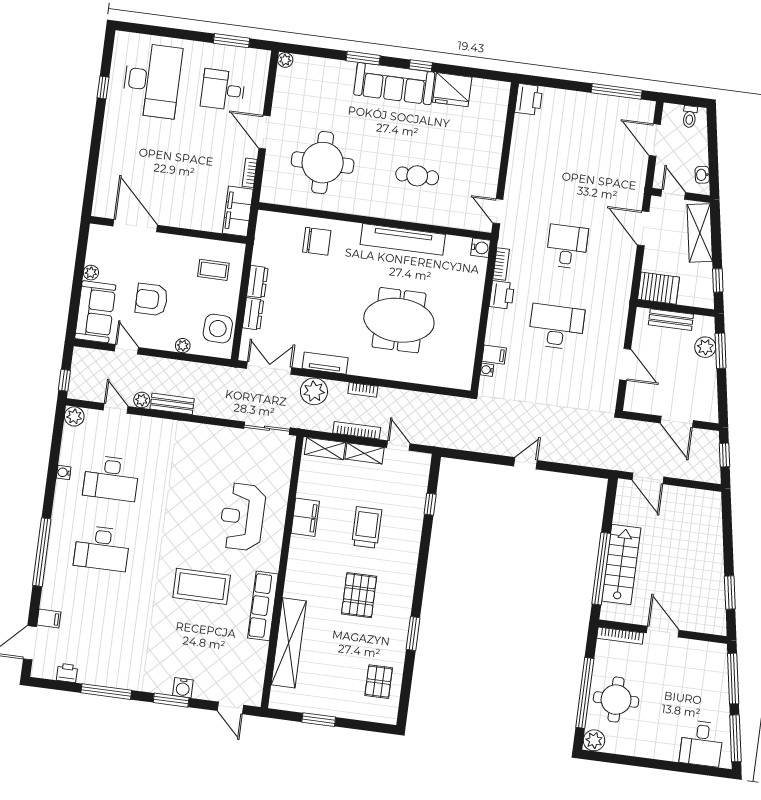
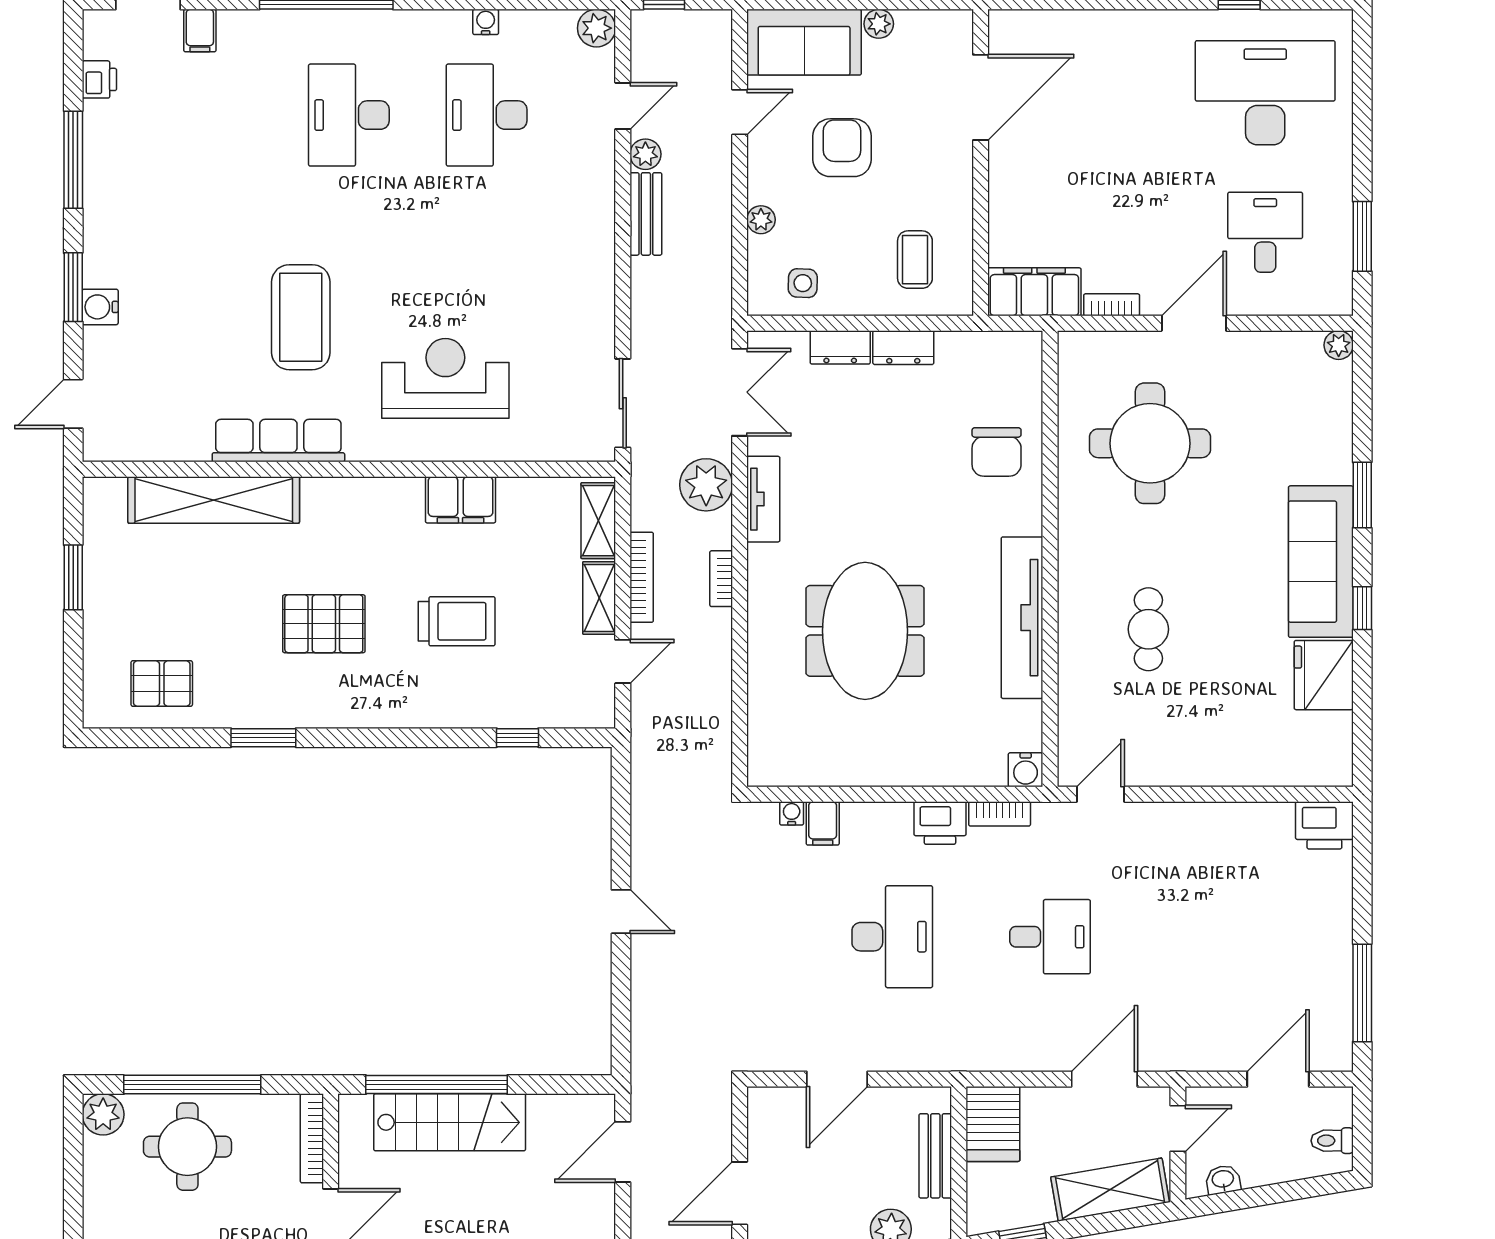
desk: (152, 80) -> (1265, 93), turned 180
side table: (218, 329) -> (803, 283), width x0.54, depth x0.54

